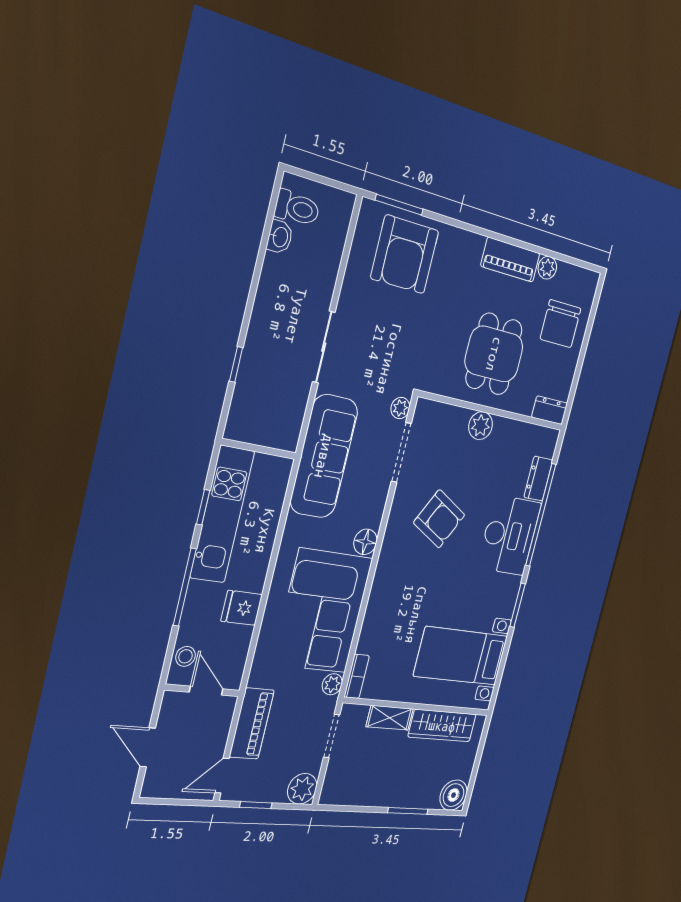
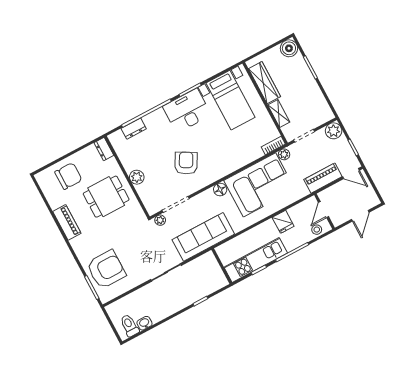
plant: (547, 268) -> (54, 203), removed
desk: (509, 535) -> (187, 111), moved

